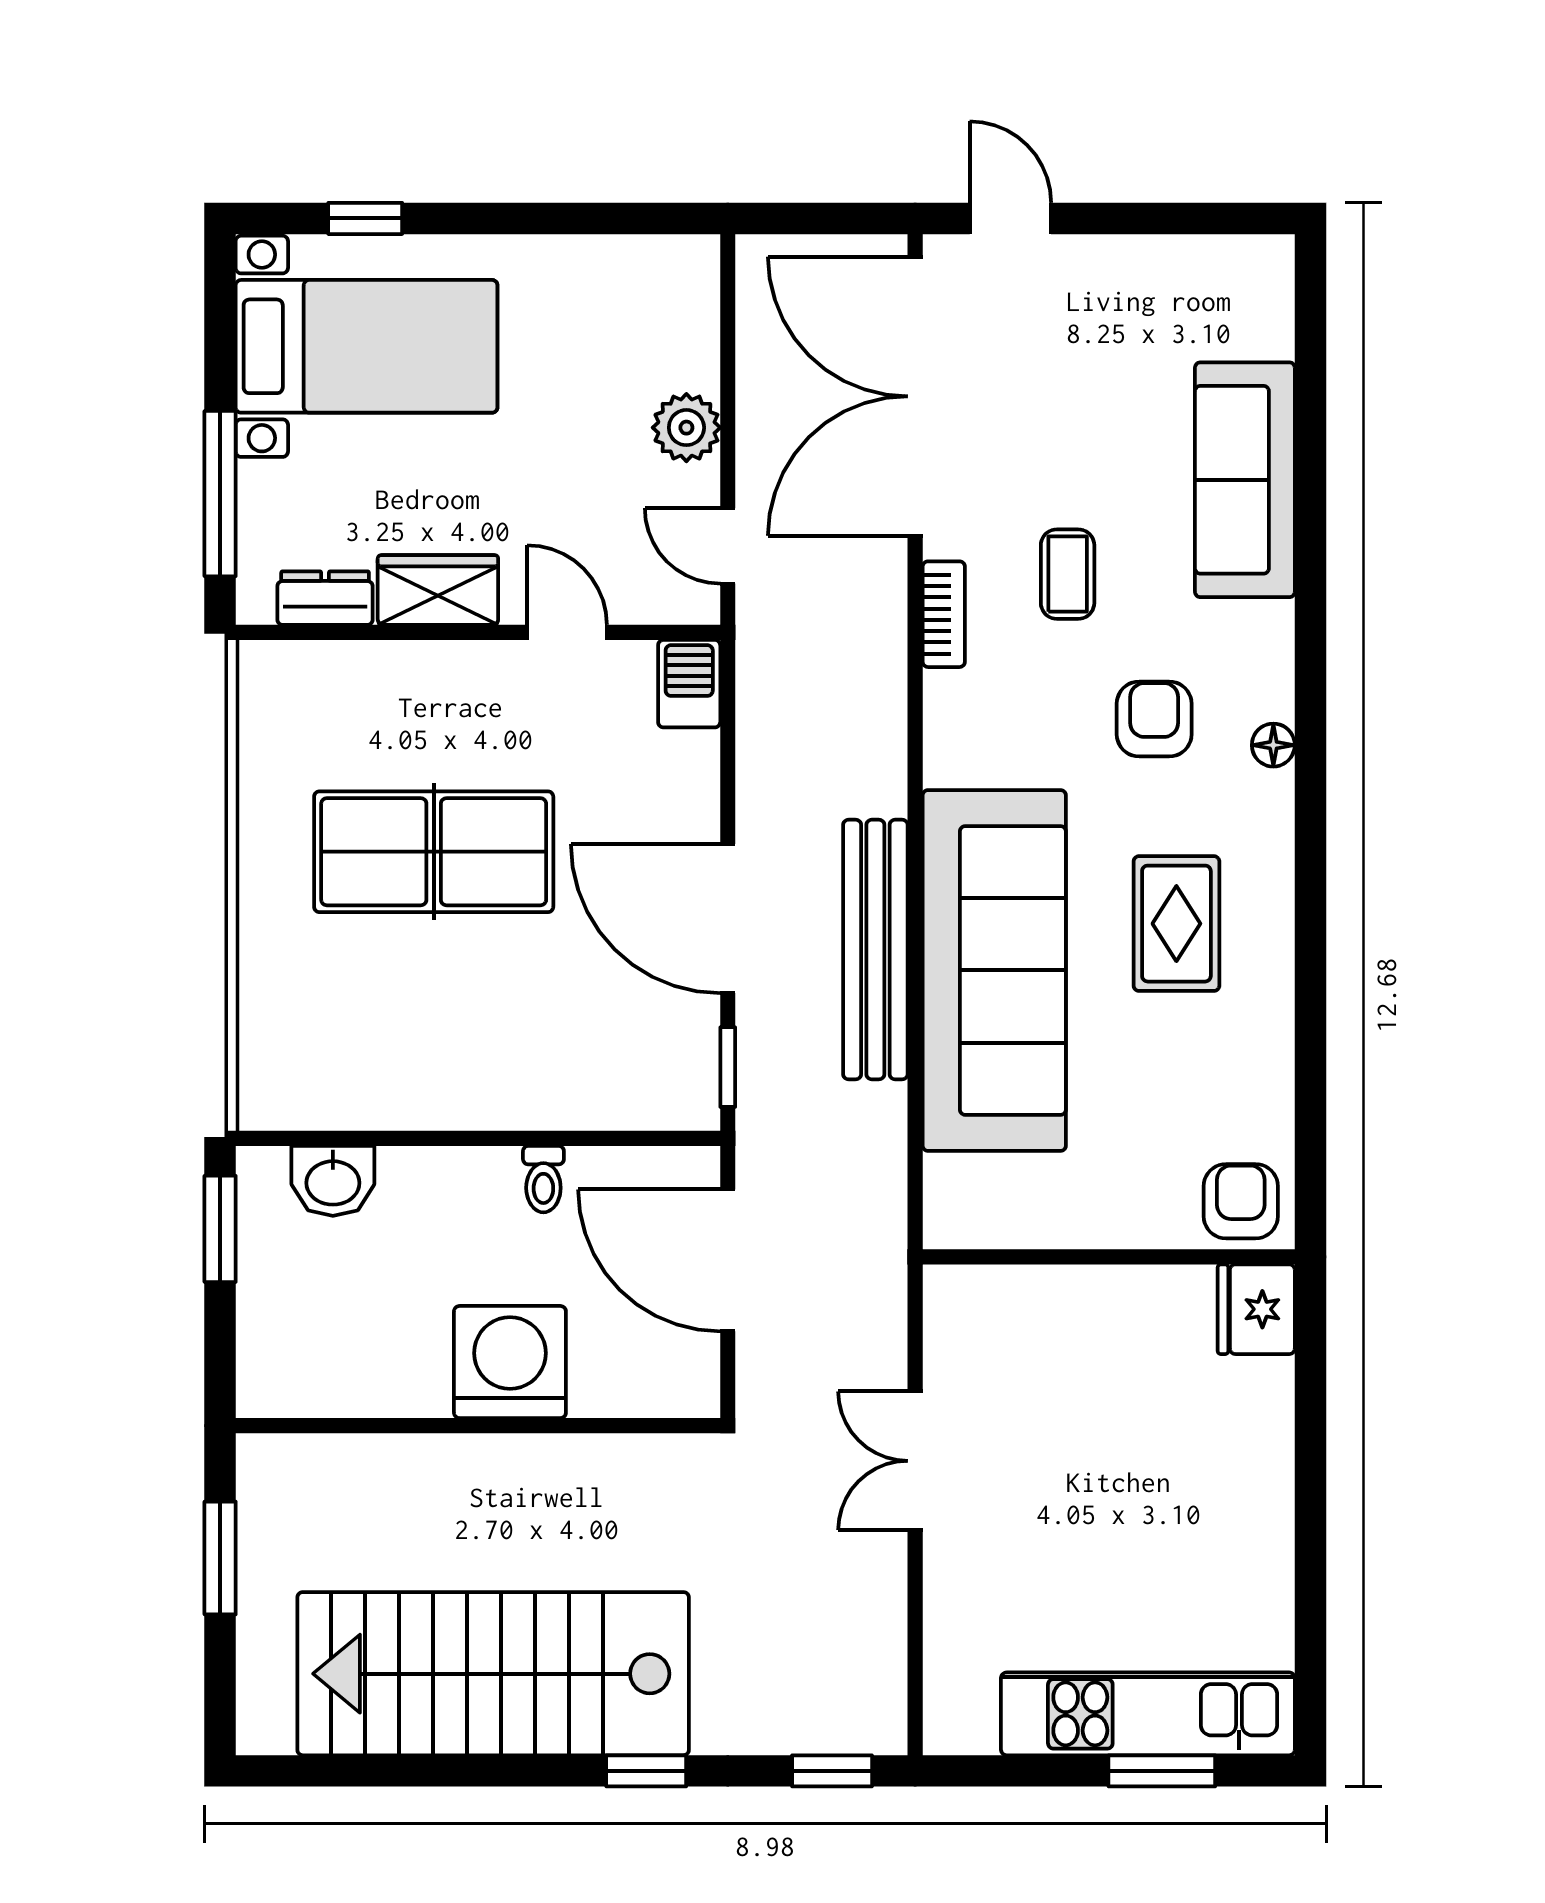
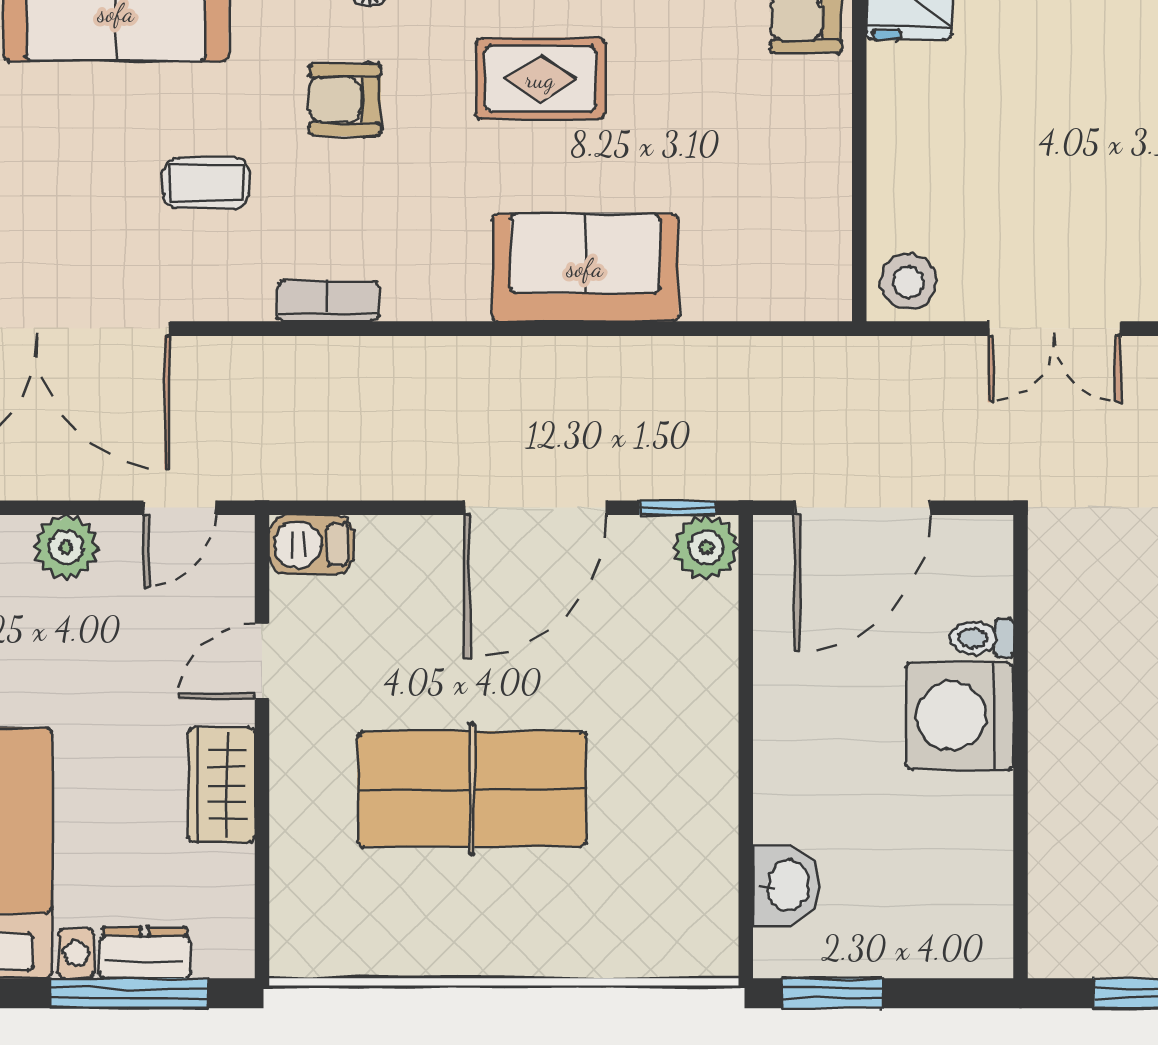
dresser: (325, 598) -> (145, 953), moved, turned 90
bookcase: (944, 614) -> (328, 301), moved
table tennis table: (434, 852) -> (472, 789), turned 90
bench: (875, 950) -> (565, 367), removed
sofa: (994, 970) -> (585, 268), width x0.54, depth x0.79
plant: (686, 1097) -> (706, 547), added
toilet: (543, 1179) -> (981, 638), moved, turned 180
stool: (964, 1308) -> (908, 282), added

